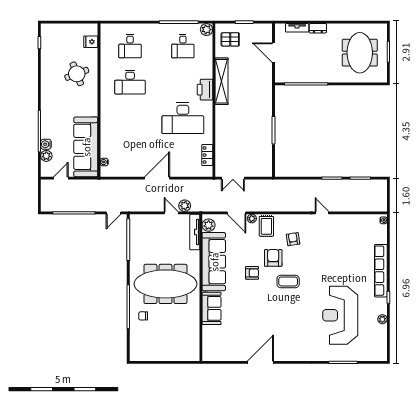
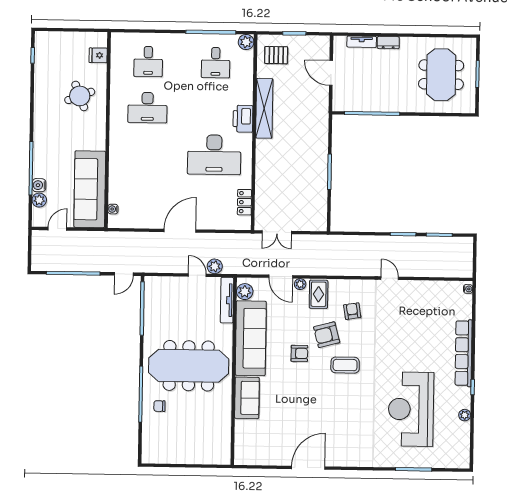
armchair: (273, 258) -> (327, 335), turned -105

